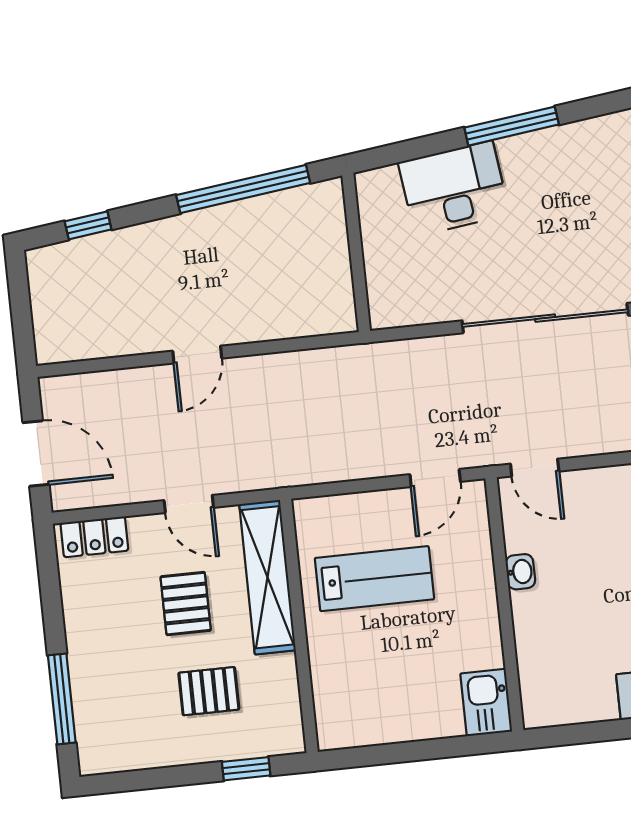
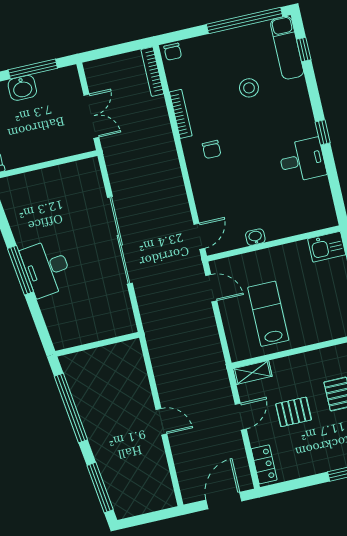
desk: (454, 188) -> (47, 268), moved
window: (88, 225) -> (100, 488), width x2.17
shelving: (268, 577) -> (252, 373), width x0.45, depth x0.75

